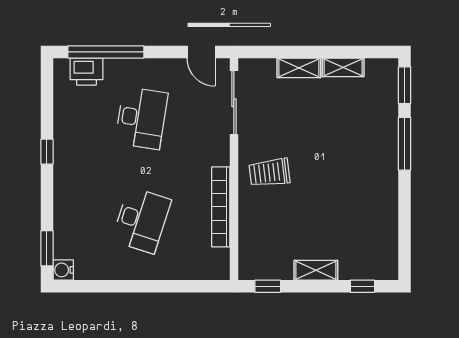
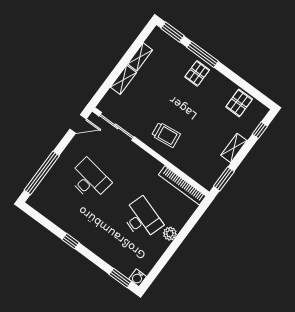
printer: (86, 72) -> (45, 190), removed
pallet: (376, 155) -> (197, 73), added
trolley: (269, 173) -> (166, 135), turned -90
bookcase: (221, 207) -> (182, 185), moved
pallet: (377, 235) -> (239, 103), added
plant: (149, 269) -> (170, 234), added
window: (268, 286) -> (224, 179), width x1.50

